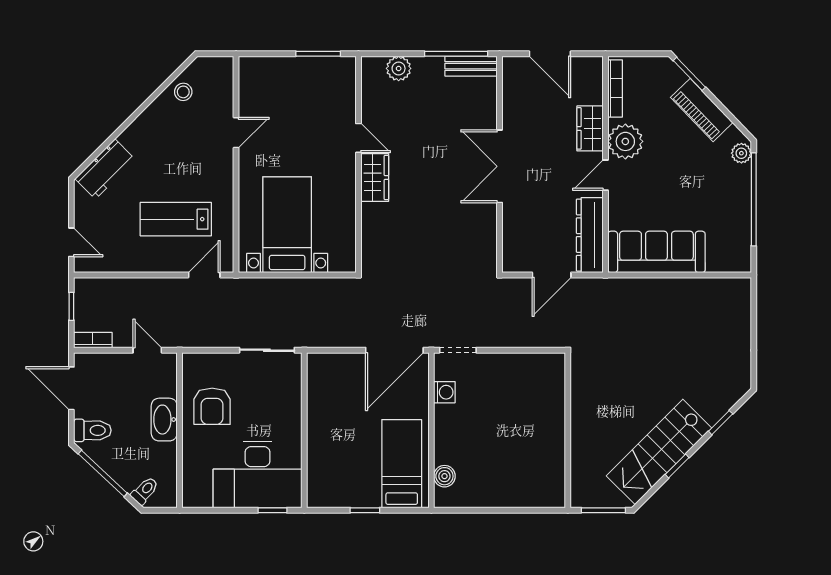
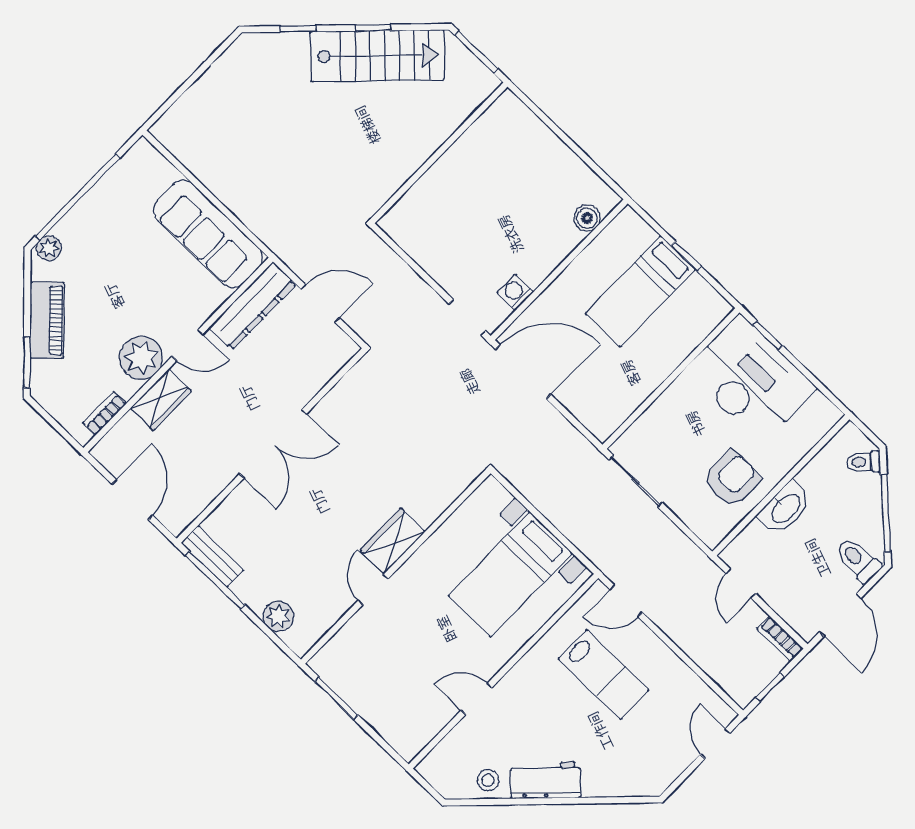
bookcase: (615, 88) -> (105, 413), width x0.64
workbench: (105, 169) -> (545, 780), moved
bed: (402, 464) -> (640, 291), moved

